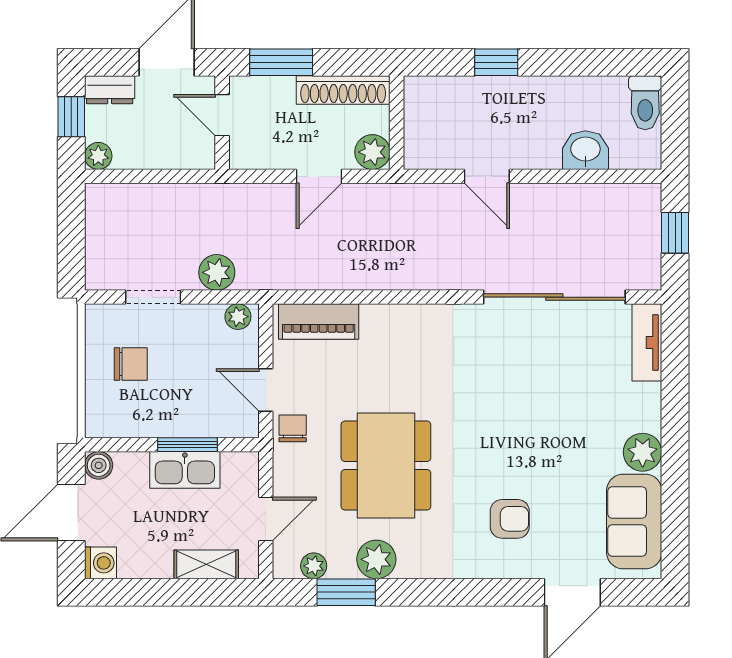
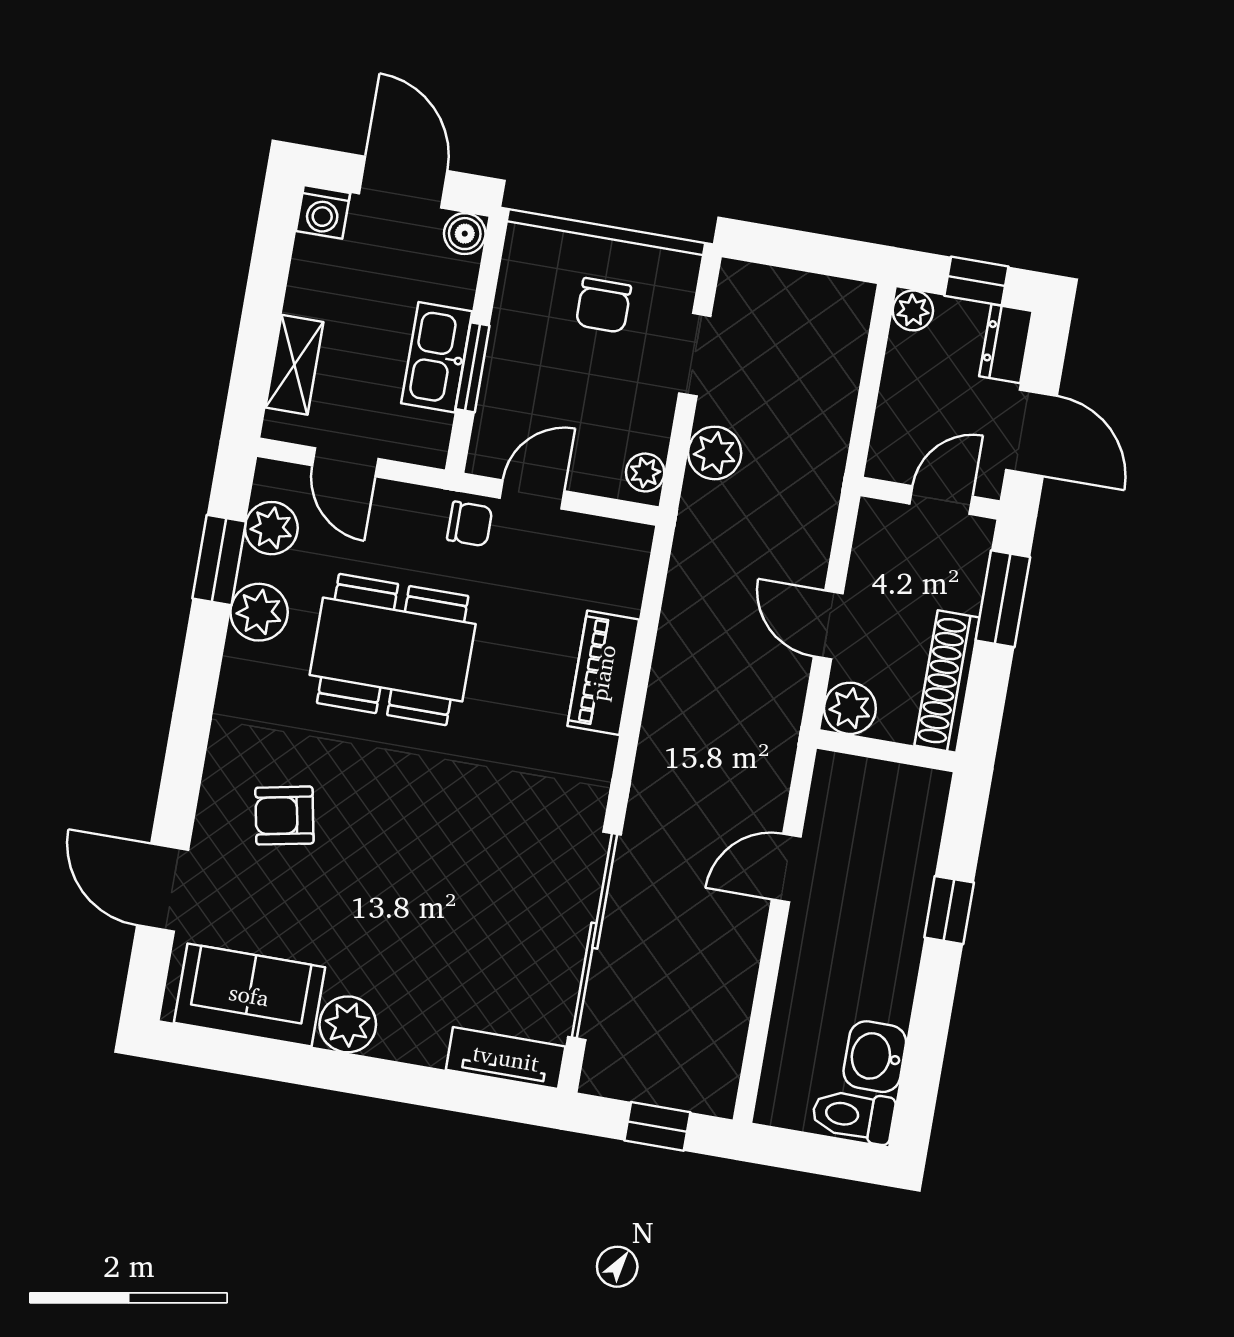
washbasin: (585, 150) -> (875, 1057), moved, turned 180
piano: (319, 322) -> (603, 673), moved
armchair: (510, 519) -> (284, 816), turned 79
plant: (314, 566) -> (271, 528), width x1.38, depth x1.38

